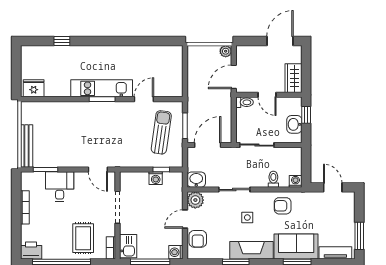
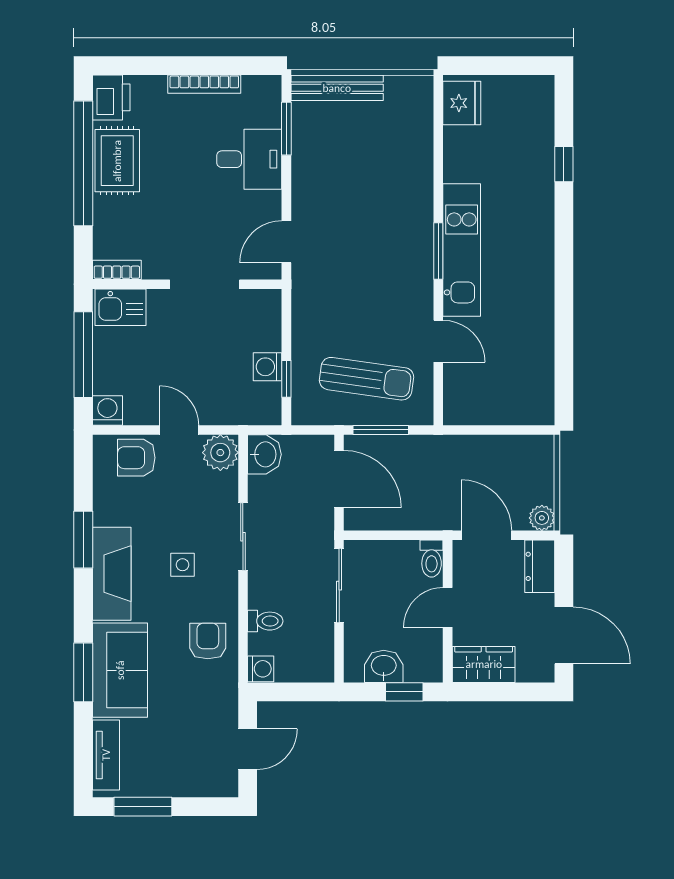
dresser: (248, 52) -> (540, 566), added
rug: (83, 238) -> (117, 161), moved, turned 90

